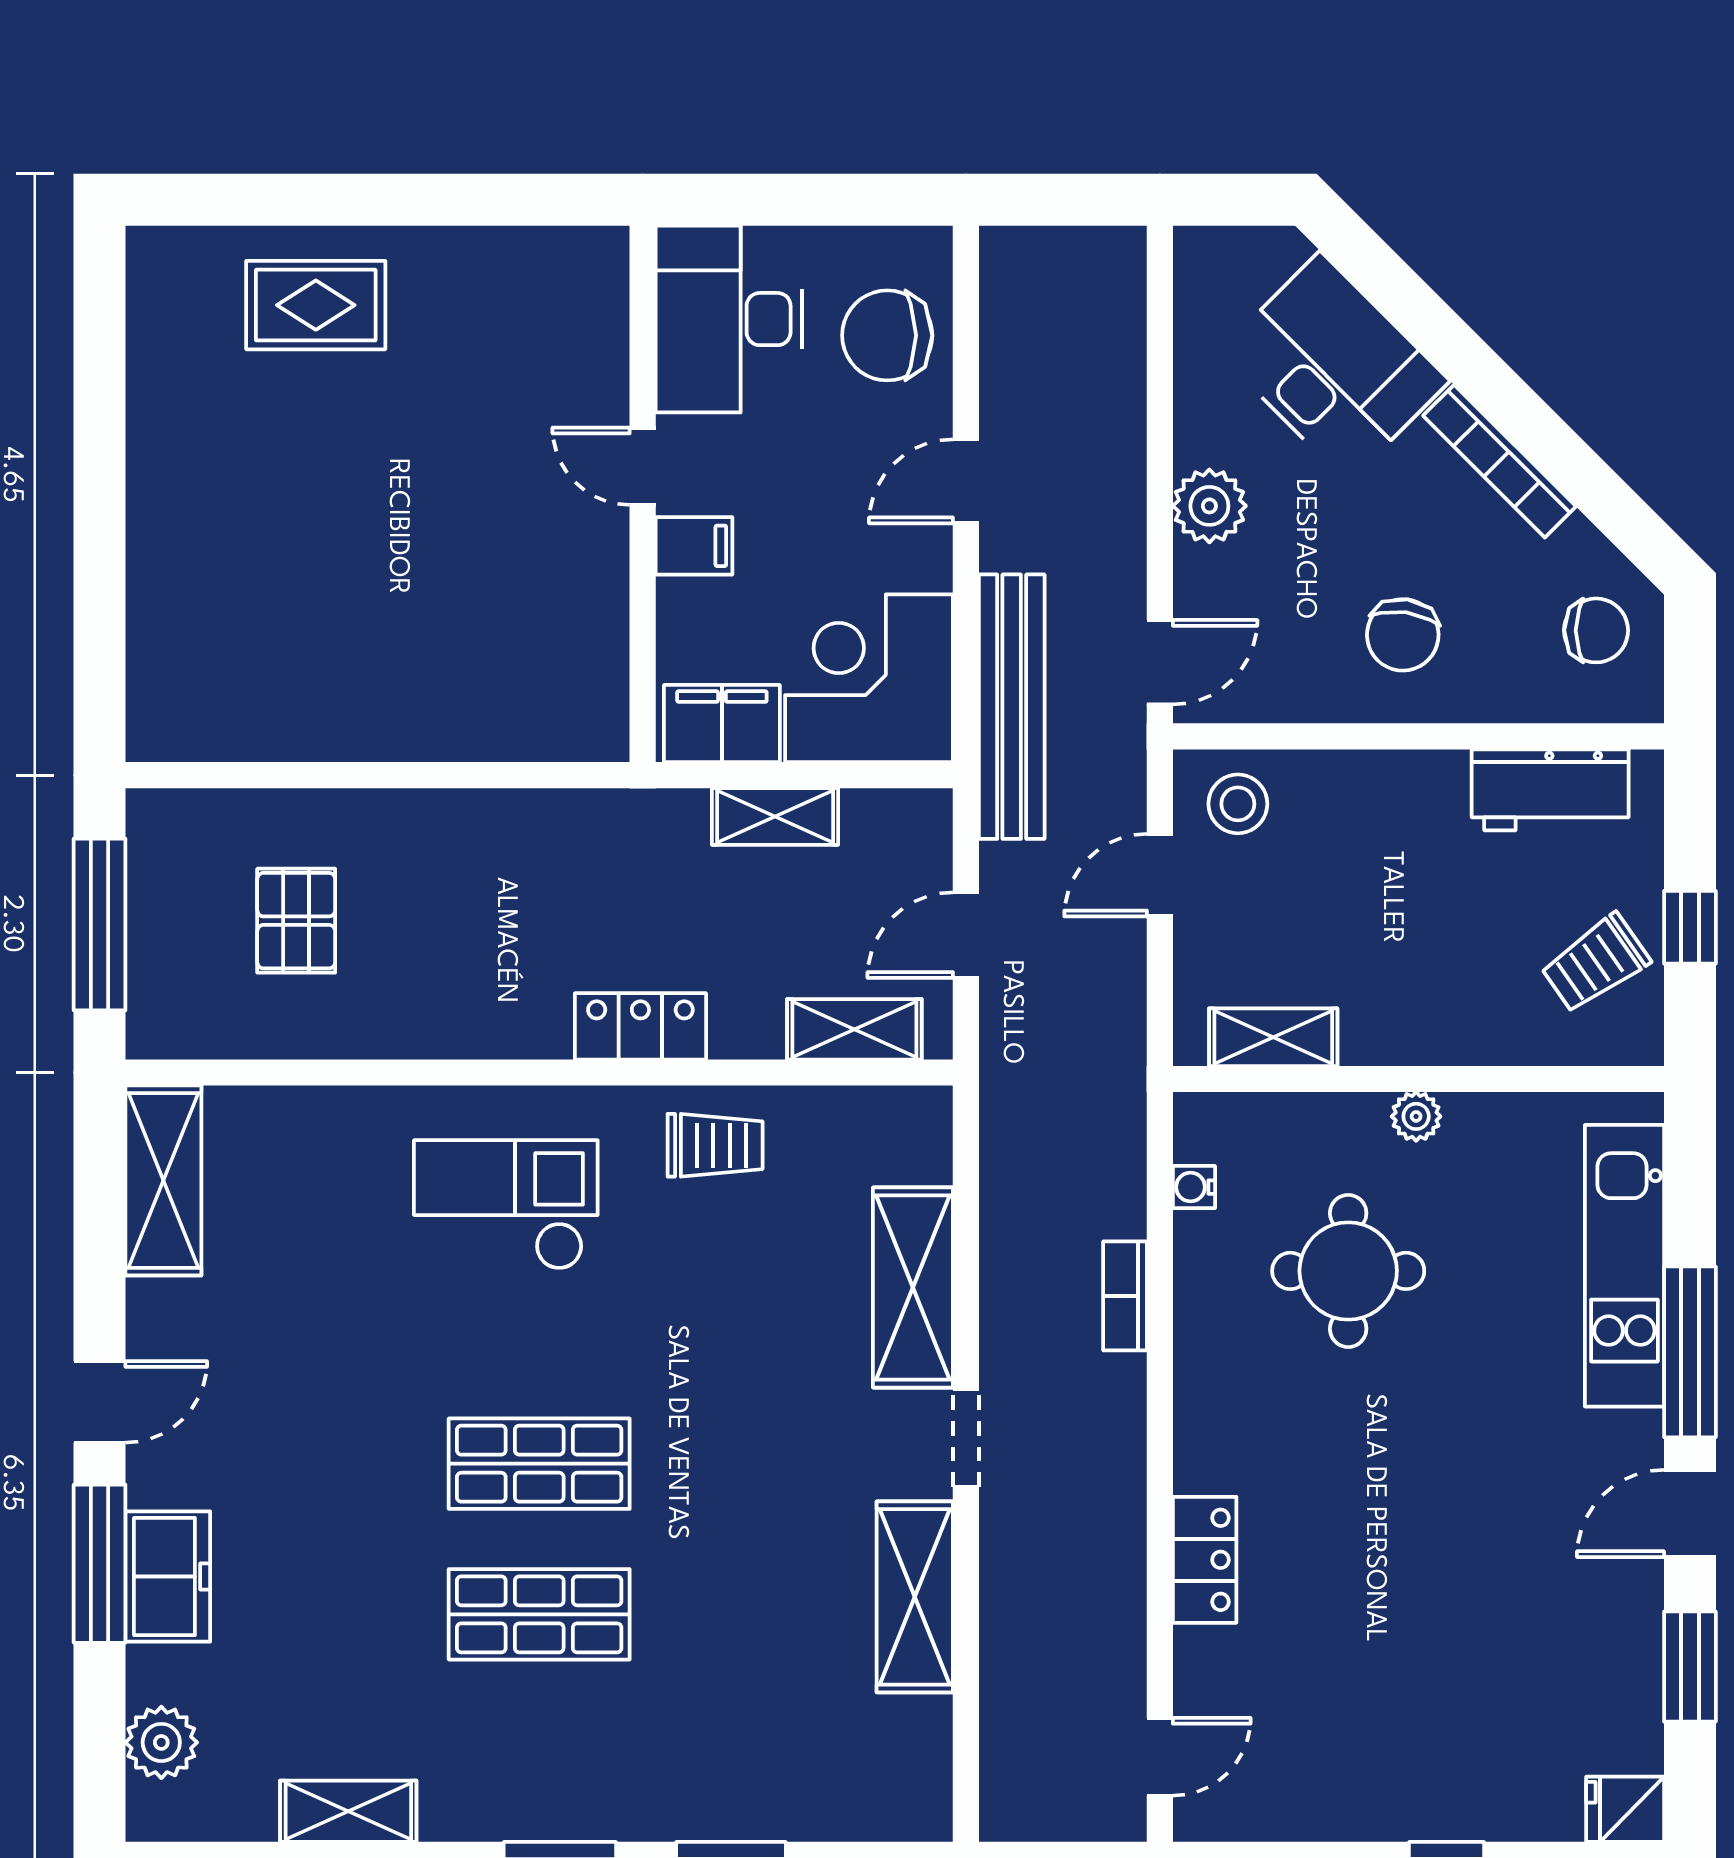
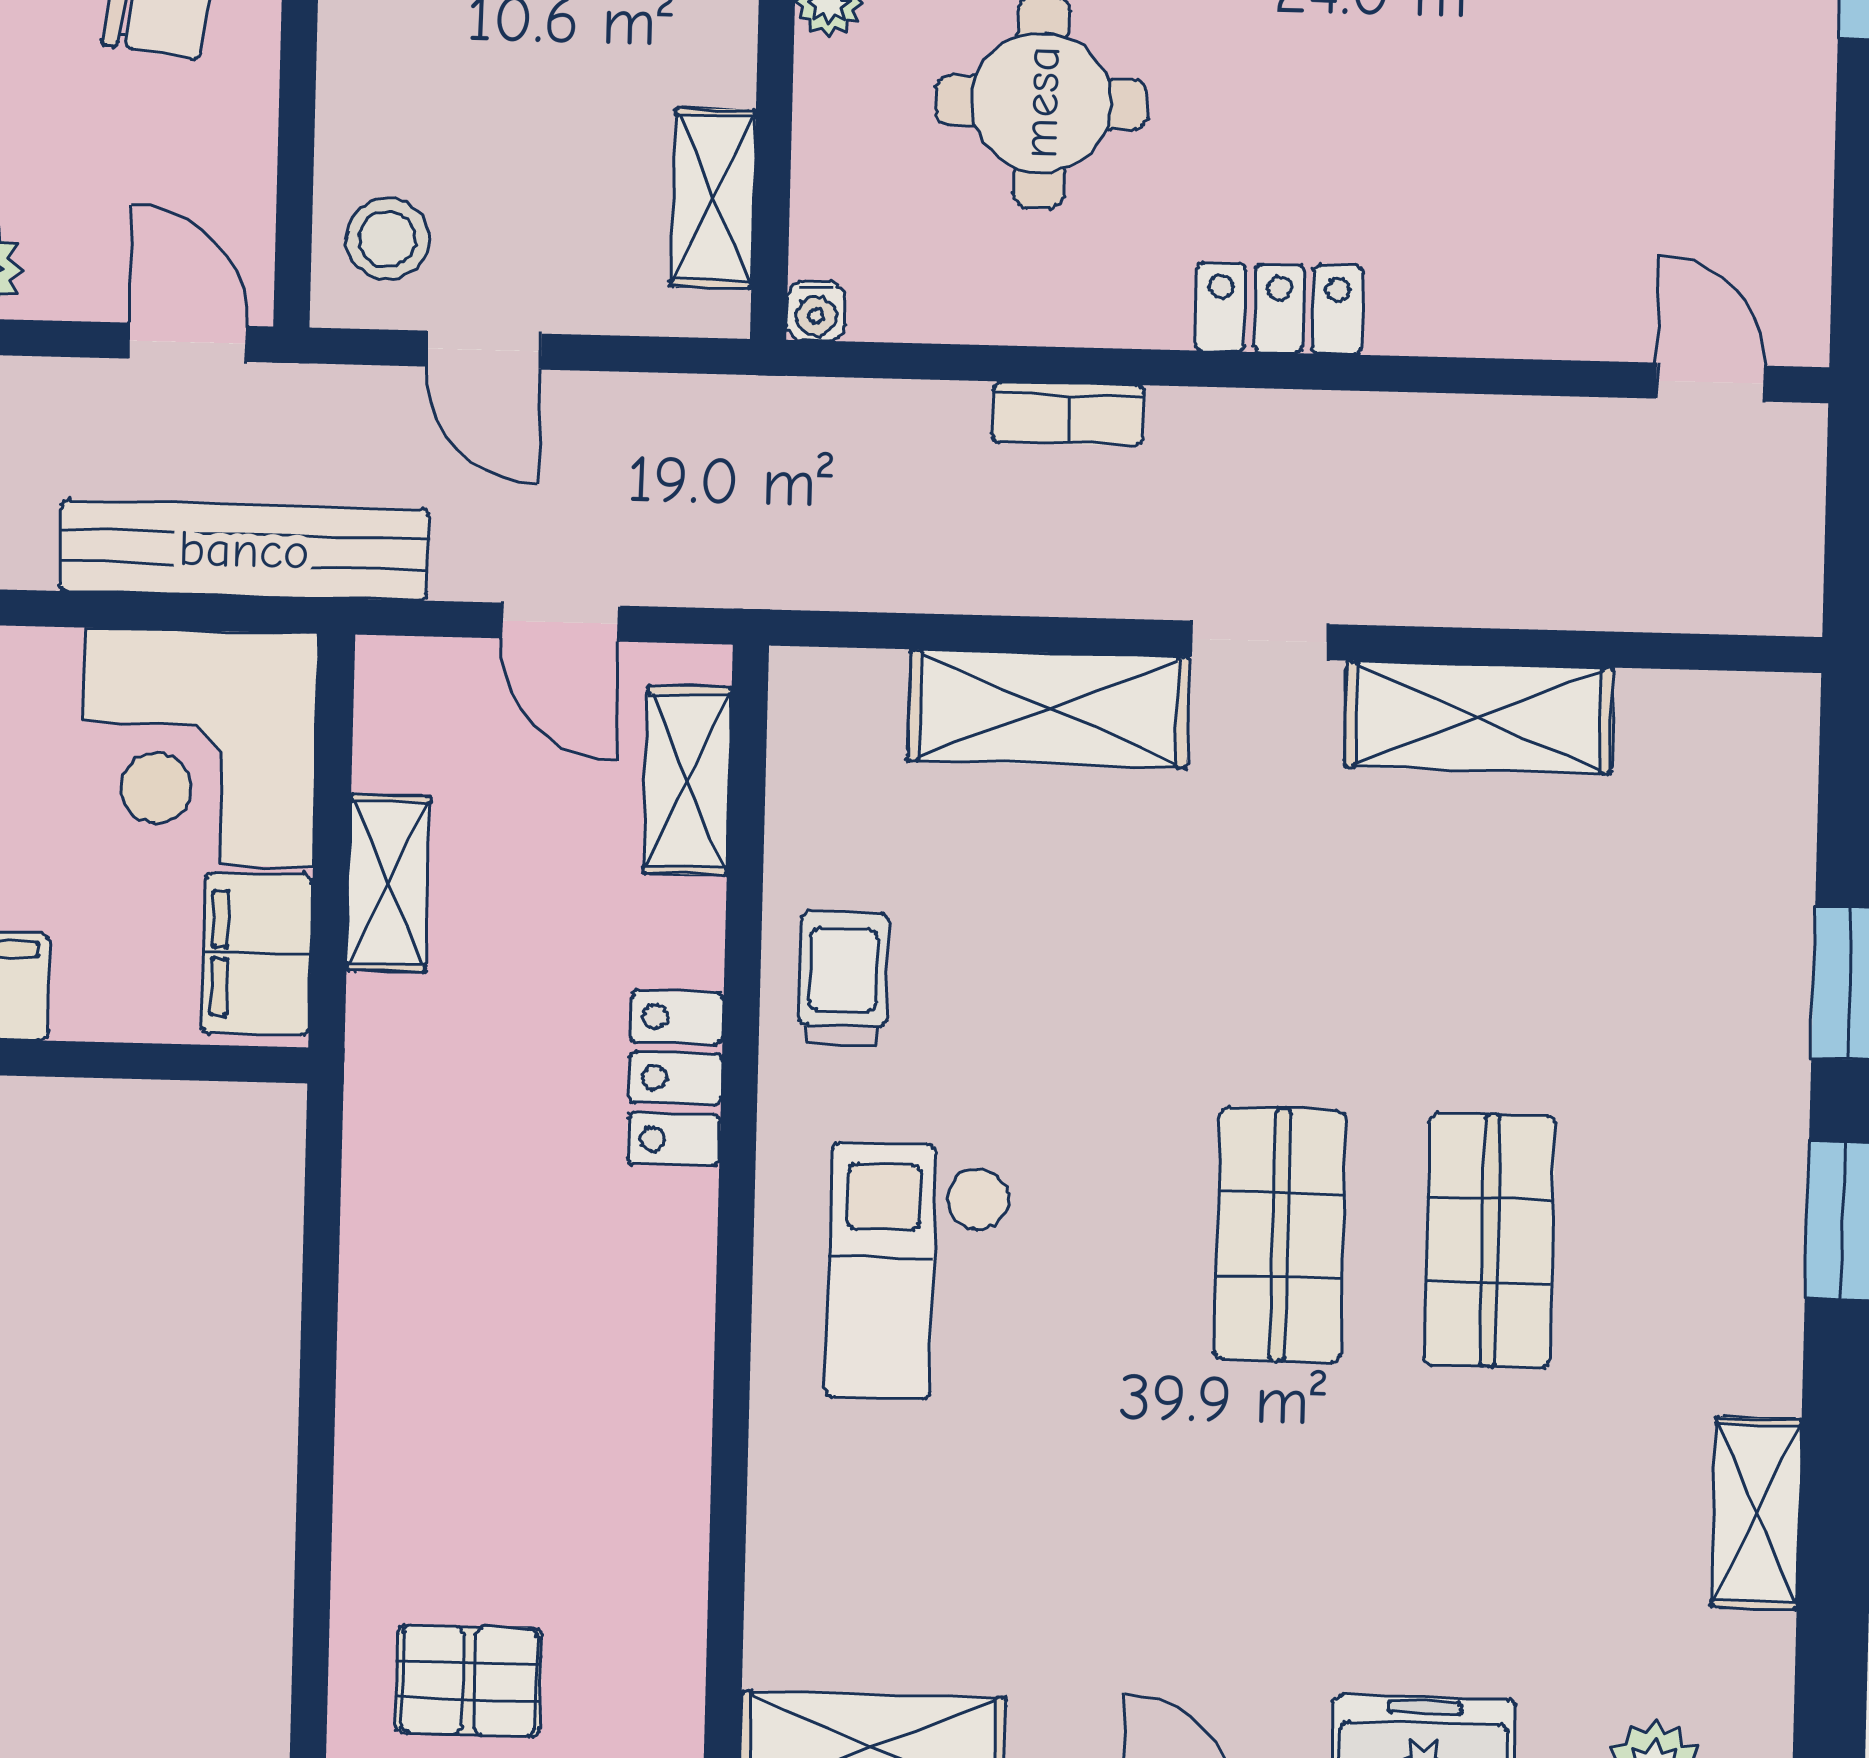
pallet: (296, 921) -> (469, 1681), moved
water cooler: (1194, 1187) -> (816, 311), moved
locker: (1205, 1560) -> (1279, 309), moved

